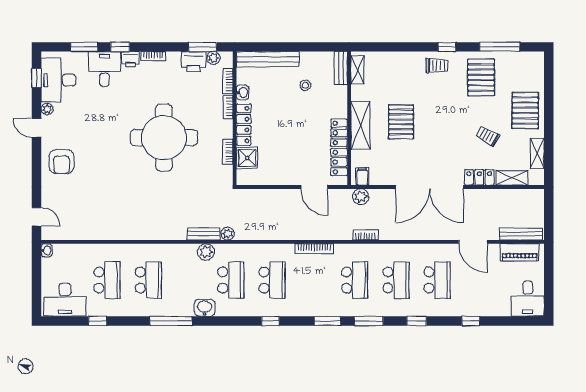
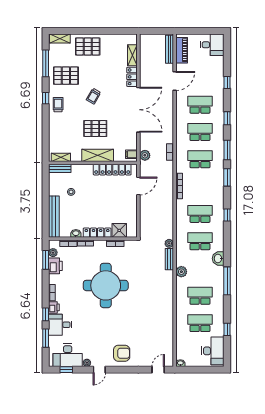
trolley: (488, 136) -> (94, 96), moved
shelving: (537, 153) -> (60, 38), moved
plant: (206, 252) -> (181, 272), moved

